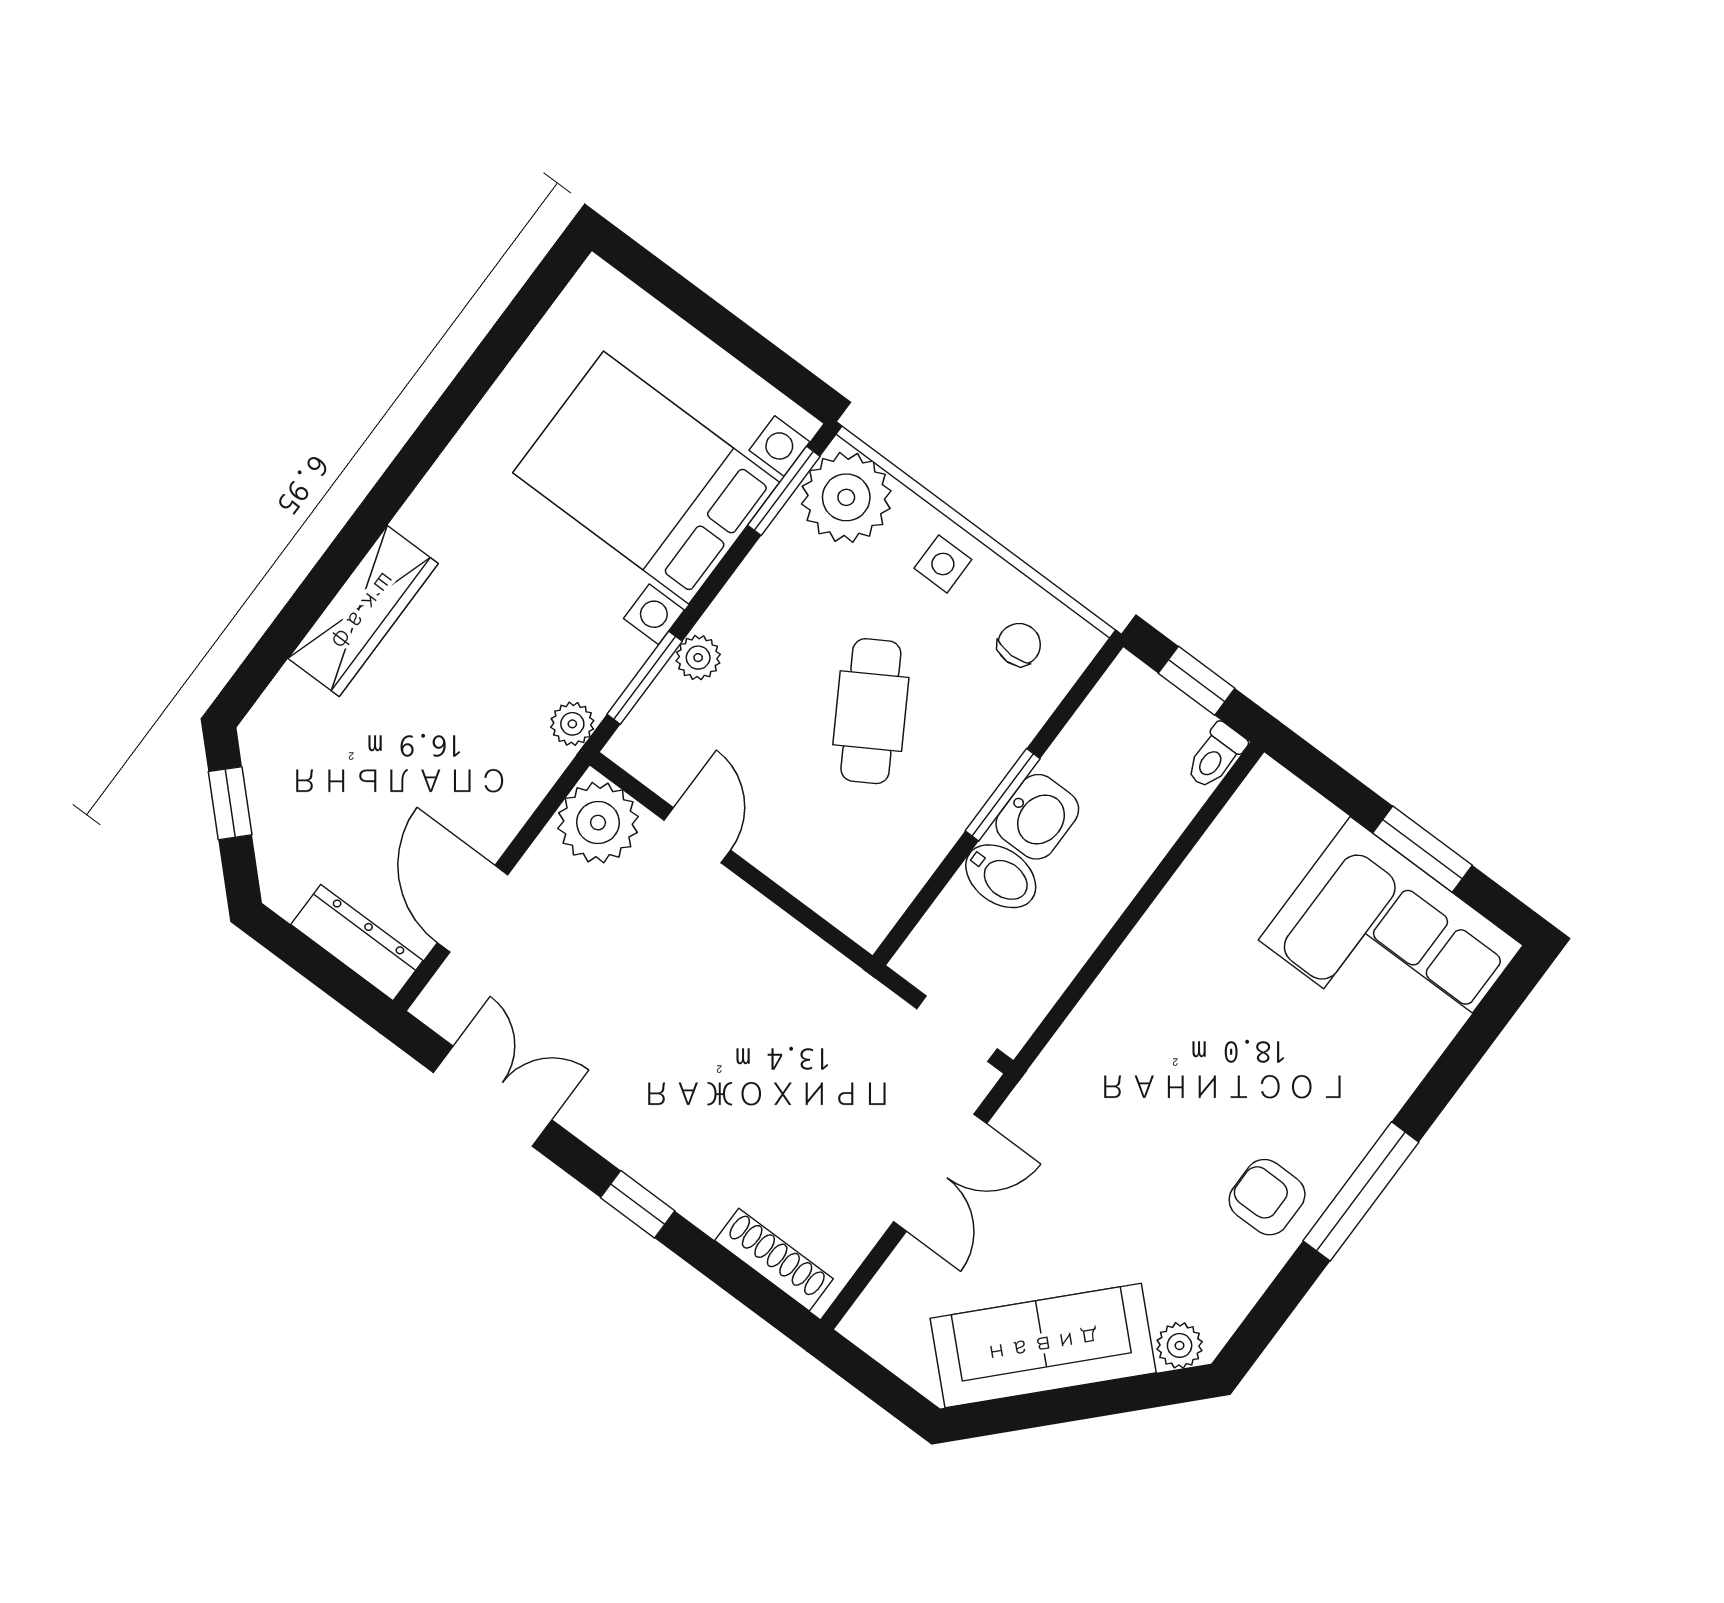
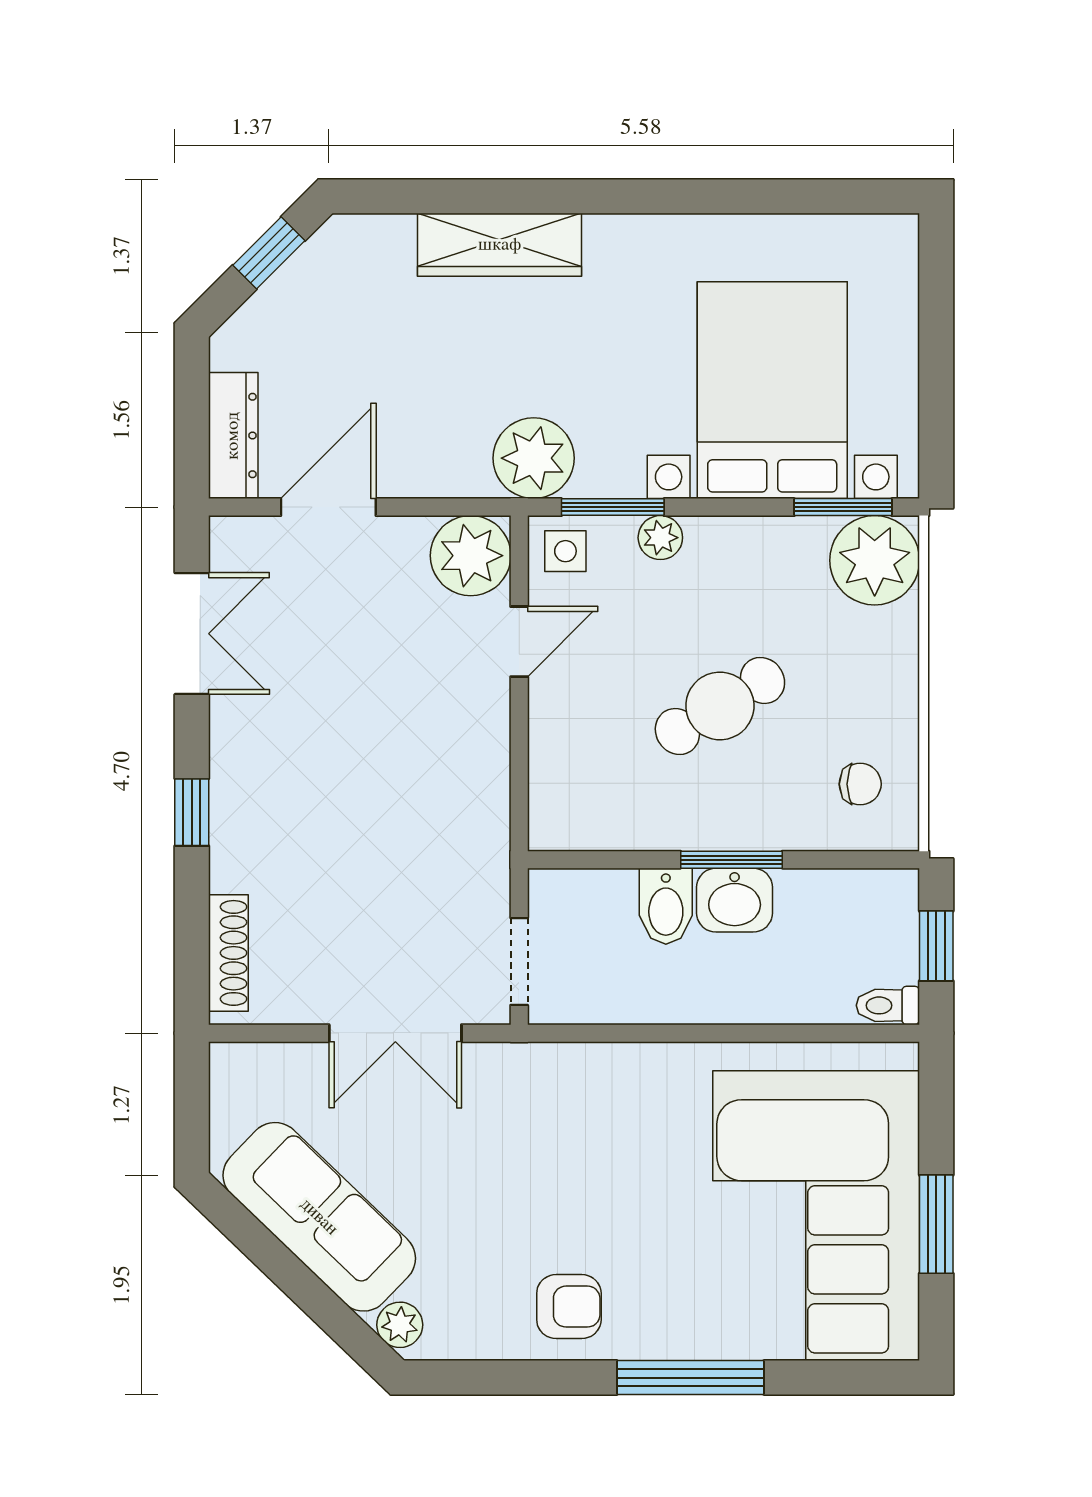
side table: (943, 564) -> (565, 551), moved
plant: (572, 724) -> (534, 458), width x1.87, depth x1.87
corner sofa: (1391, 943) -> (816, 1216), width x1.36, depth x1.36
window: (1361, 1191) -> (690, 1378), moved
armchair: (1267, 1197) -> (569, 1307), turned 90

